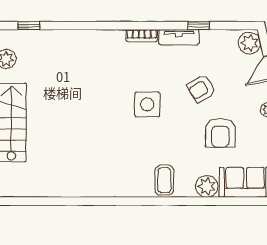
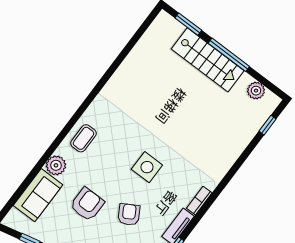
armchair: (220, 133) -> (87, 204), turned 90
coffee table: (164, 180) -> (83, 138), turned 90

